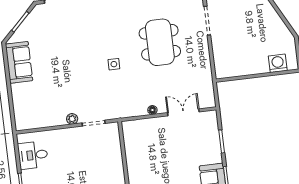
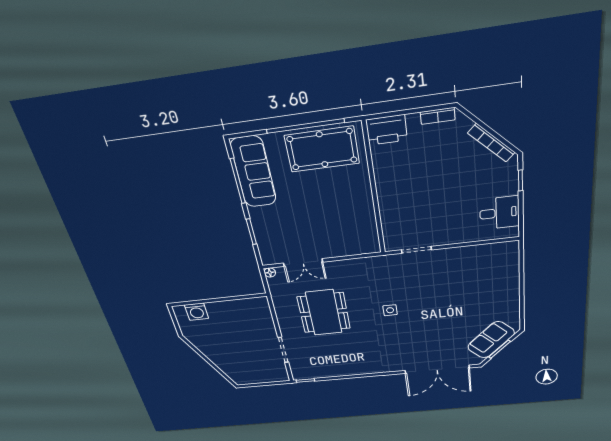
dining table: (160, 42) -> (324, 313), moved
sofa: (19, 62) -> (491, 340), moved, turned 45
floor lamp: (152, 110) -> (270, 272), moved
plant: (72, 119) -> (444, 254), removed

